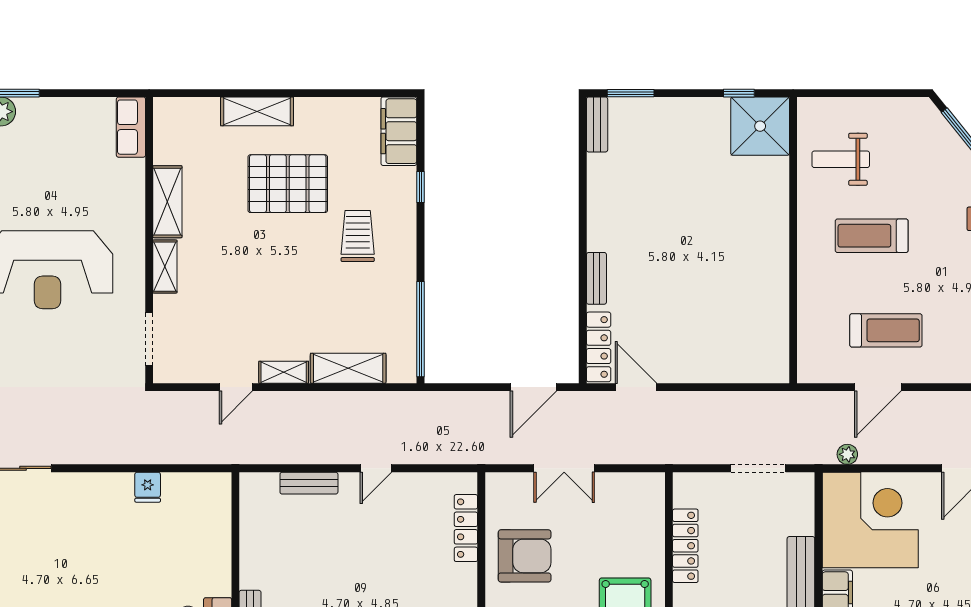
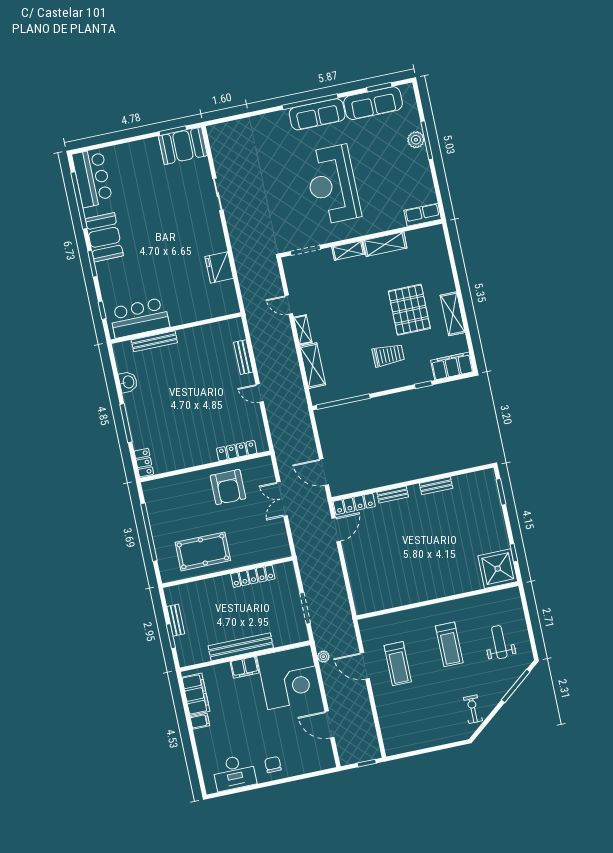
shelving: (257, 111) -> (453, 314), moved
bench: (597, 124) -> (436, 486), moved
weight bench: (841, 159) -> (499, 642), moved
treadmill: (872, 236) -> (449, 644), turned 180
fridge: (148, 487) -> (219, 267), width x1.88, depth x1.34

